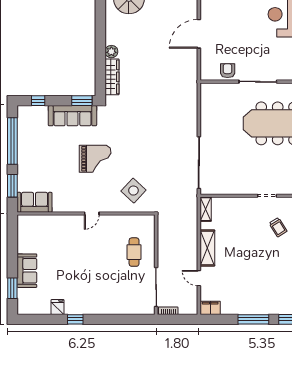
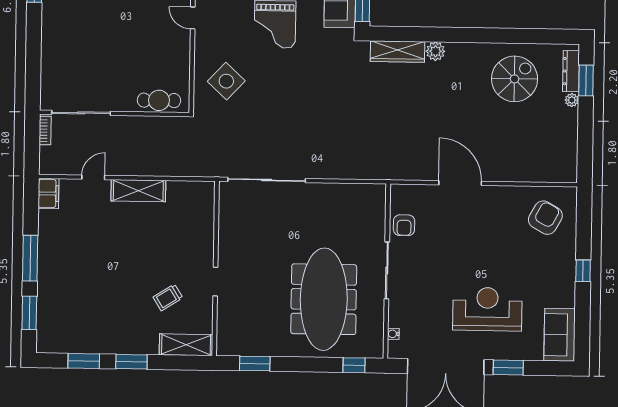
armchair: (228, 71) -> (404, 225), turned 90
shelving: (206, 209) -> (197, 189), removed
cafe table: (134, 252) -> (159, 100), moved

